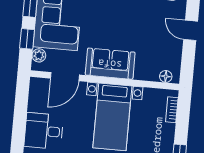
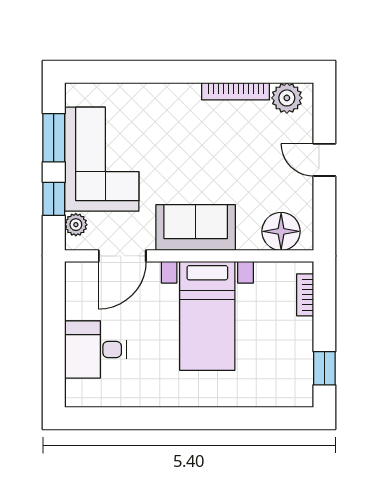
floor lamp: (166, 76) -> (281, 231), width x1.89, depth x1.89

